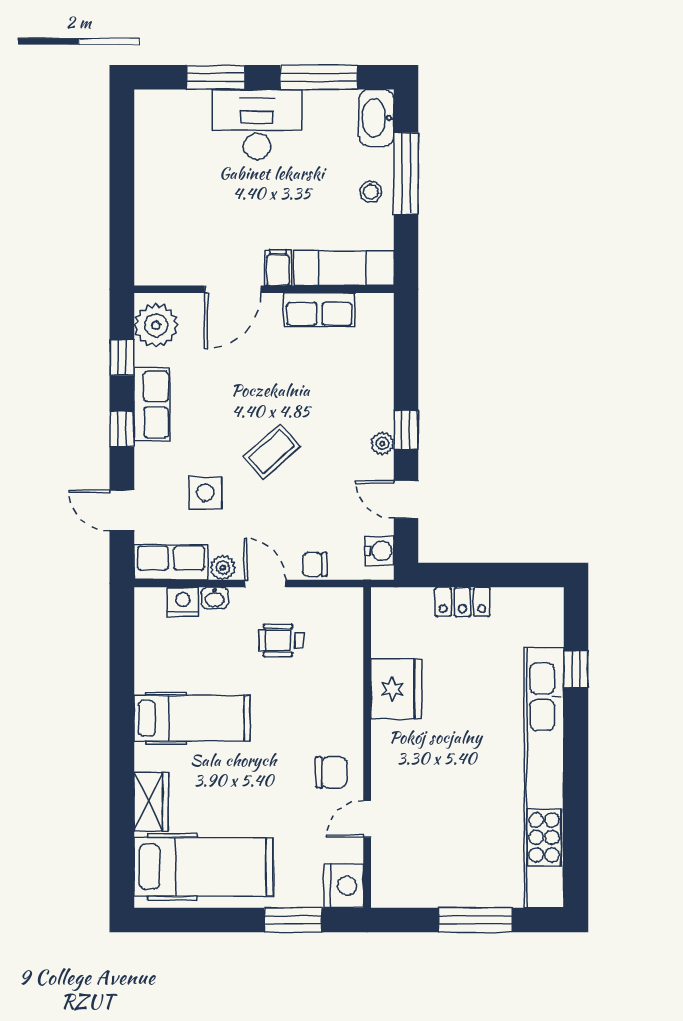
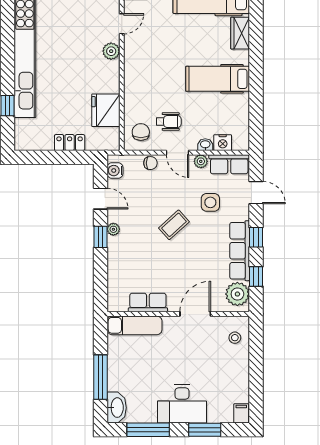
stool: (371, 192) -> (235, 338), moved
filing cabinet: (278, 268) -> (241, 413), moved, turned 180
row of seats: (152, 404) -> (240, 251), width x1.48
fridge: (396, 689) -> (106, 110), moved
plant: (386, 769) -> (111, 51), added
chair: (331, 772) -> (141, 132), moved, turned 90

